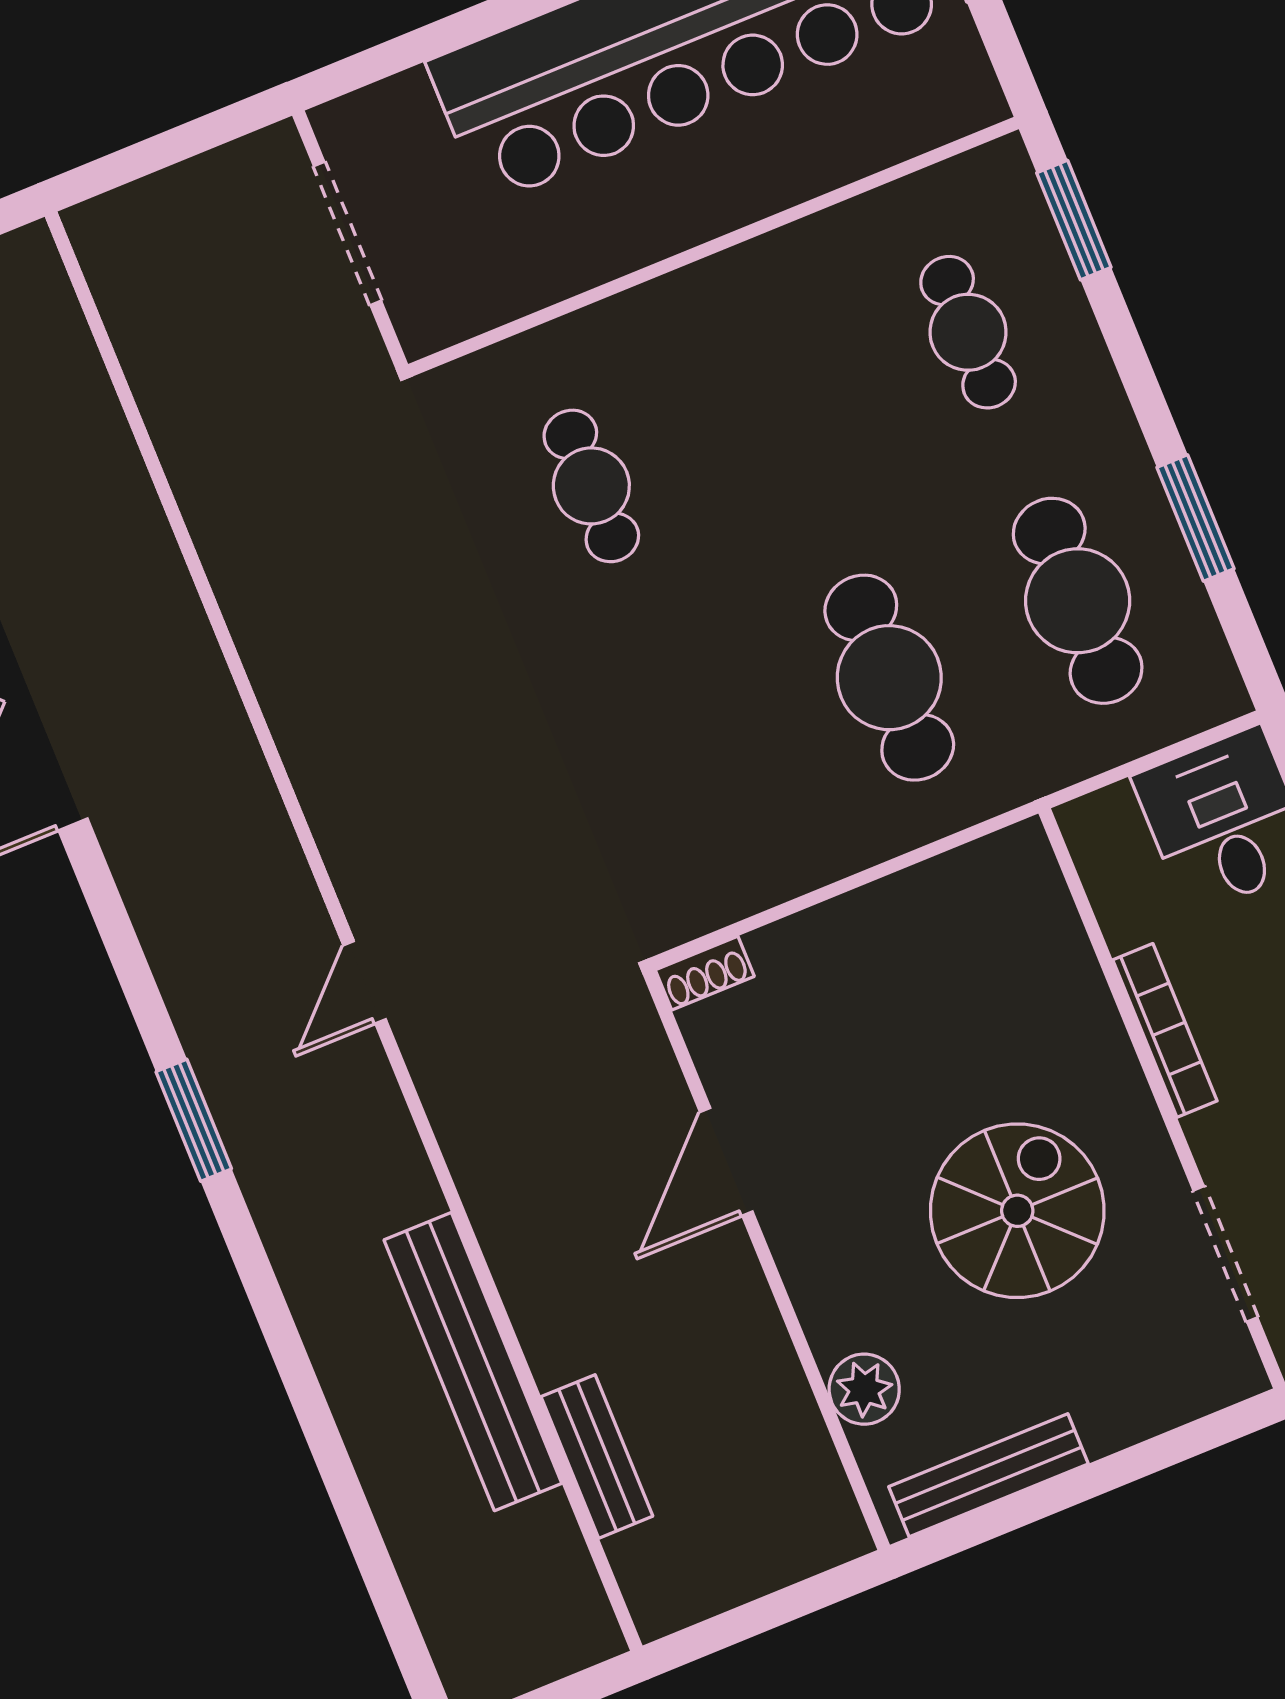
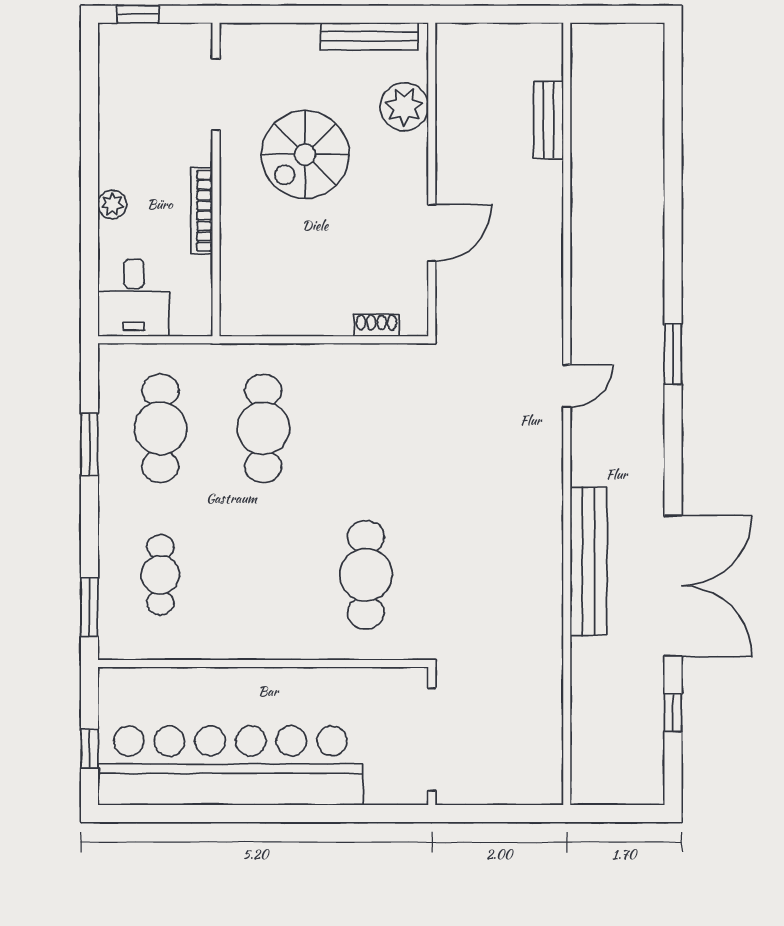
doorway: (347, 233) -> (432, 739), width x1.36
cafe table: (591, 486) -> (366, 575), width x1.37, depth x1.35
shoe rack: (705, 973) -> (376, 325), moved
bench: (473, 1362) -> (588, 562), moved
plant: (864, 1389) -> (404, 107), width x1.36, depth x1.36

